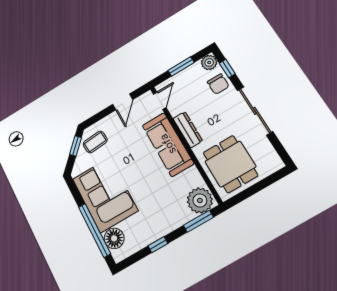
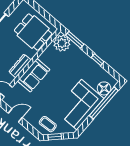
sofa: (168, 144) -> (34, 75), width x0.73
dining table: (230, 164) -> (33, 32), turned 90

